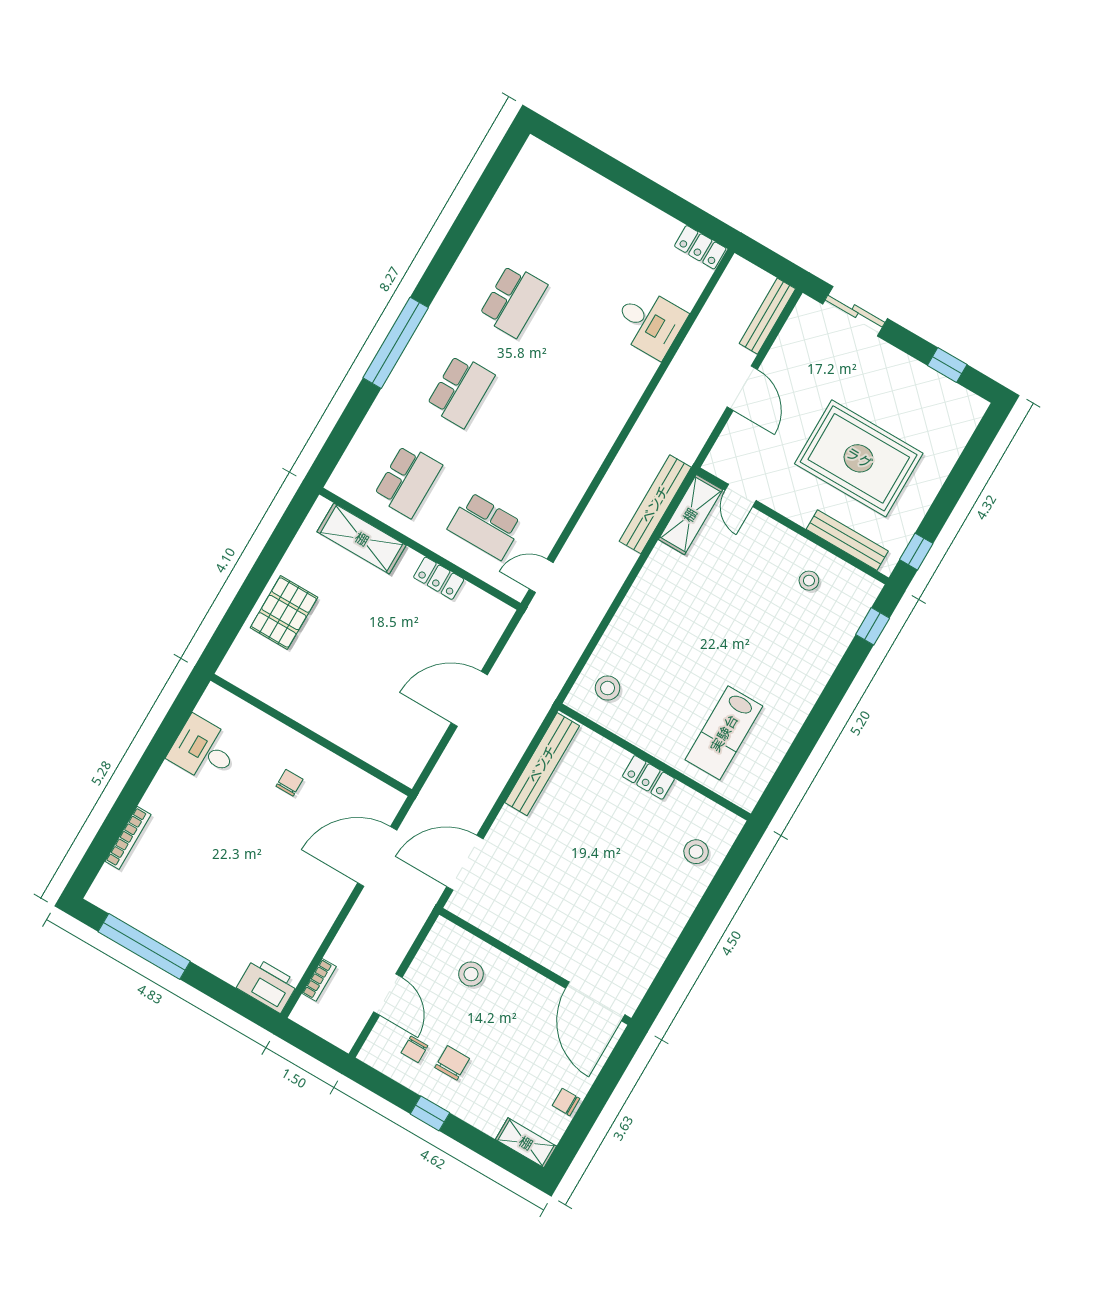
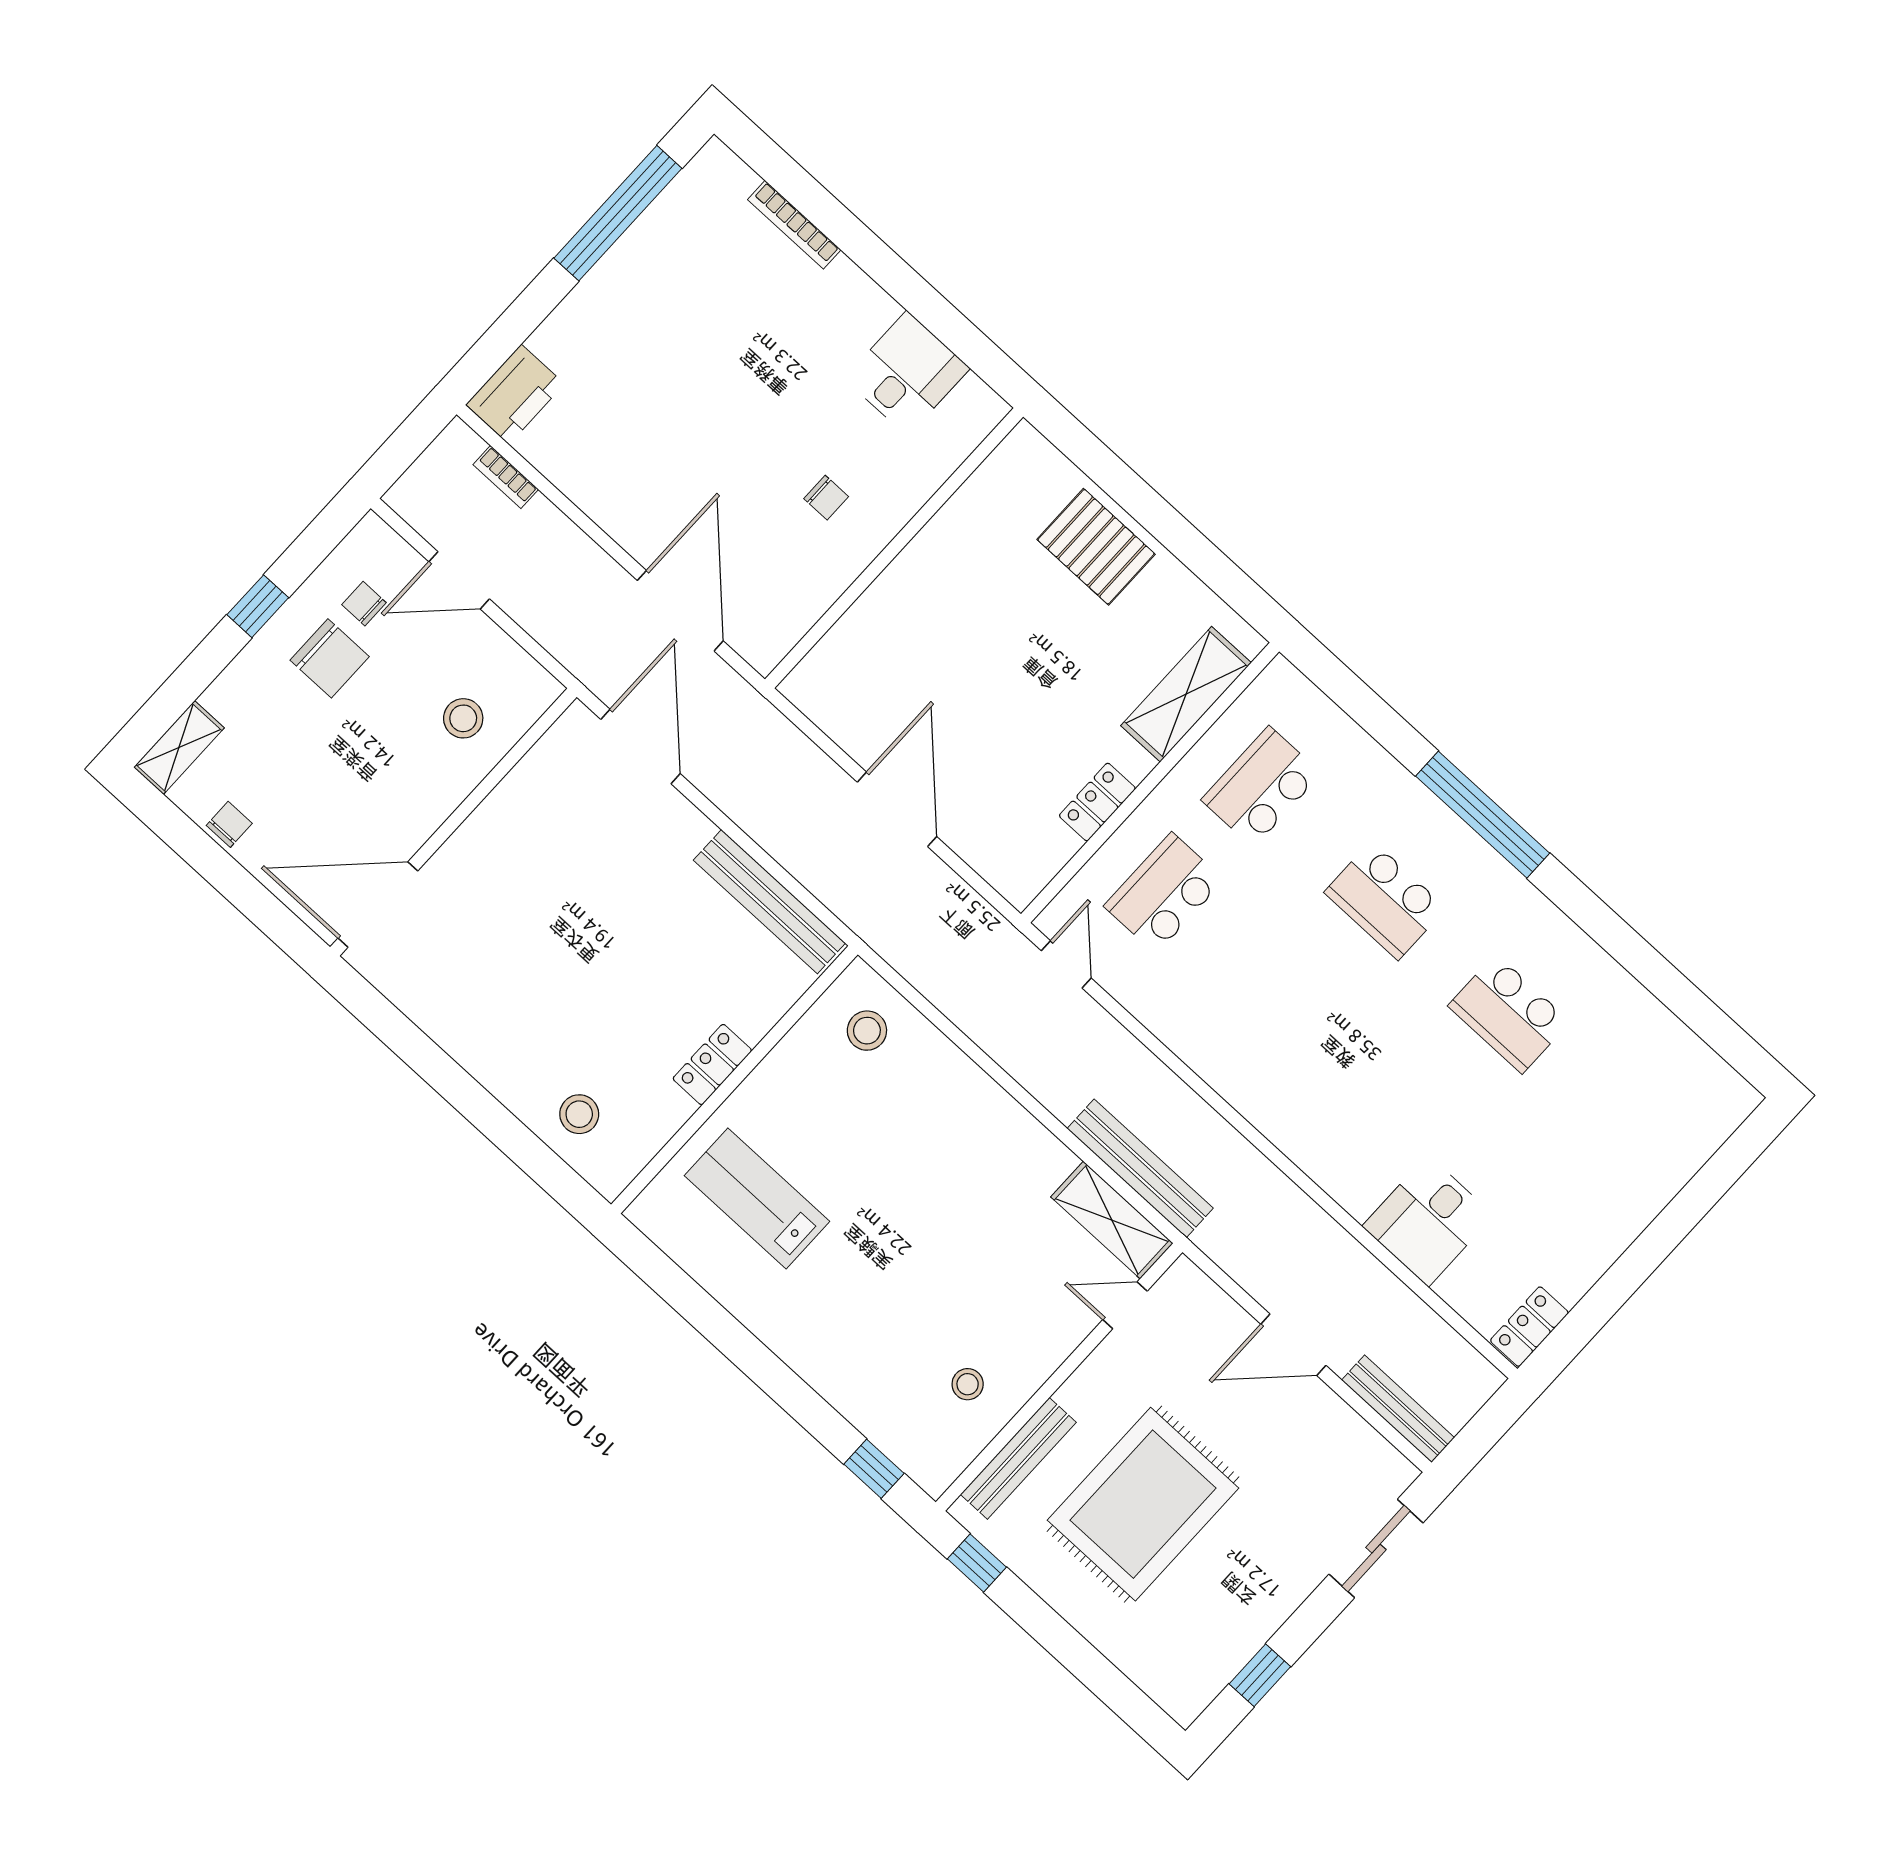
school desk: (408, 481) -> (1261, 787), turned 90
chair: (452, 1063) -> (330, 658), width x1.37, depth x1.37

